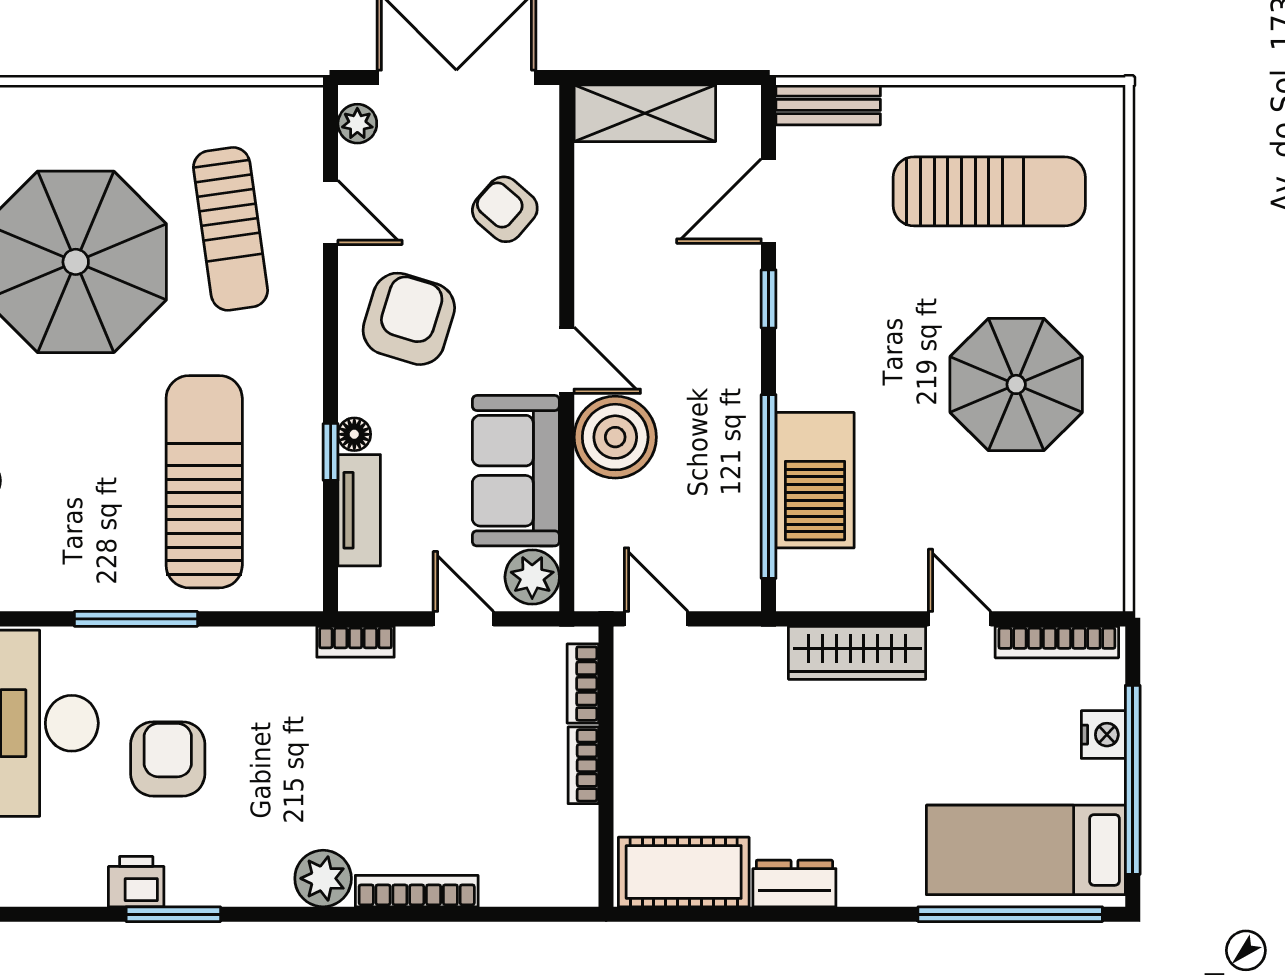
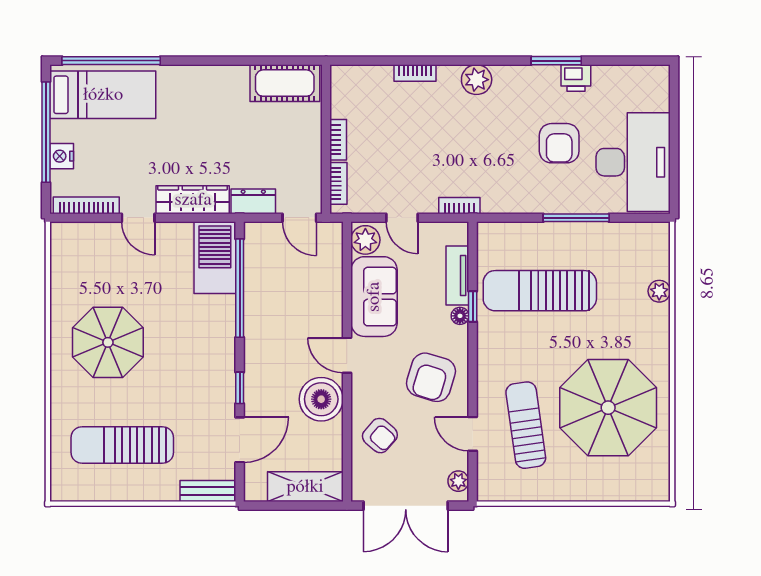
boiler: (615, 437) -> (321, 399), moved
barbecue: (815, 480) -> (215, 258), moved
sun lounger: (204, 482) -> (540, 291), turned 90
dresser: (794, 883) -> (253, 201), moved, turned 180
bookcase: (417, 891) -> (415, 73), width x0.64

